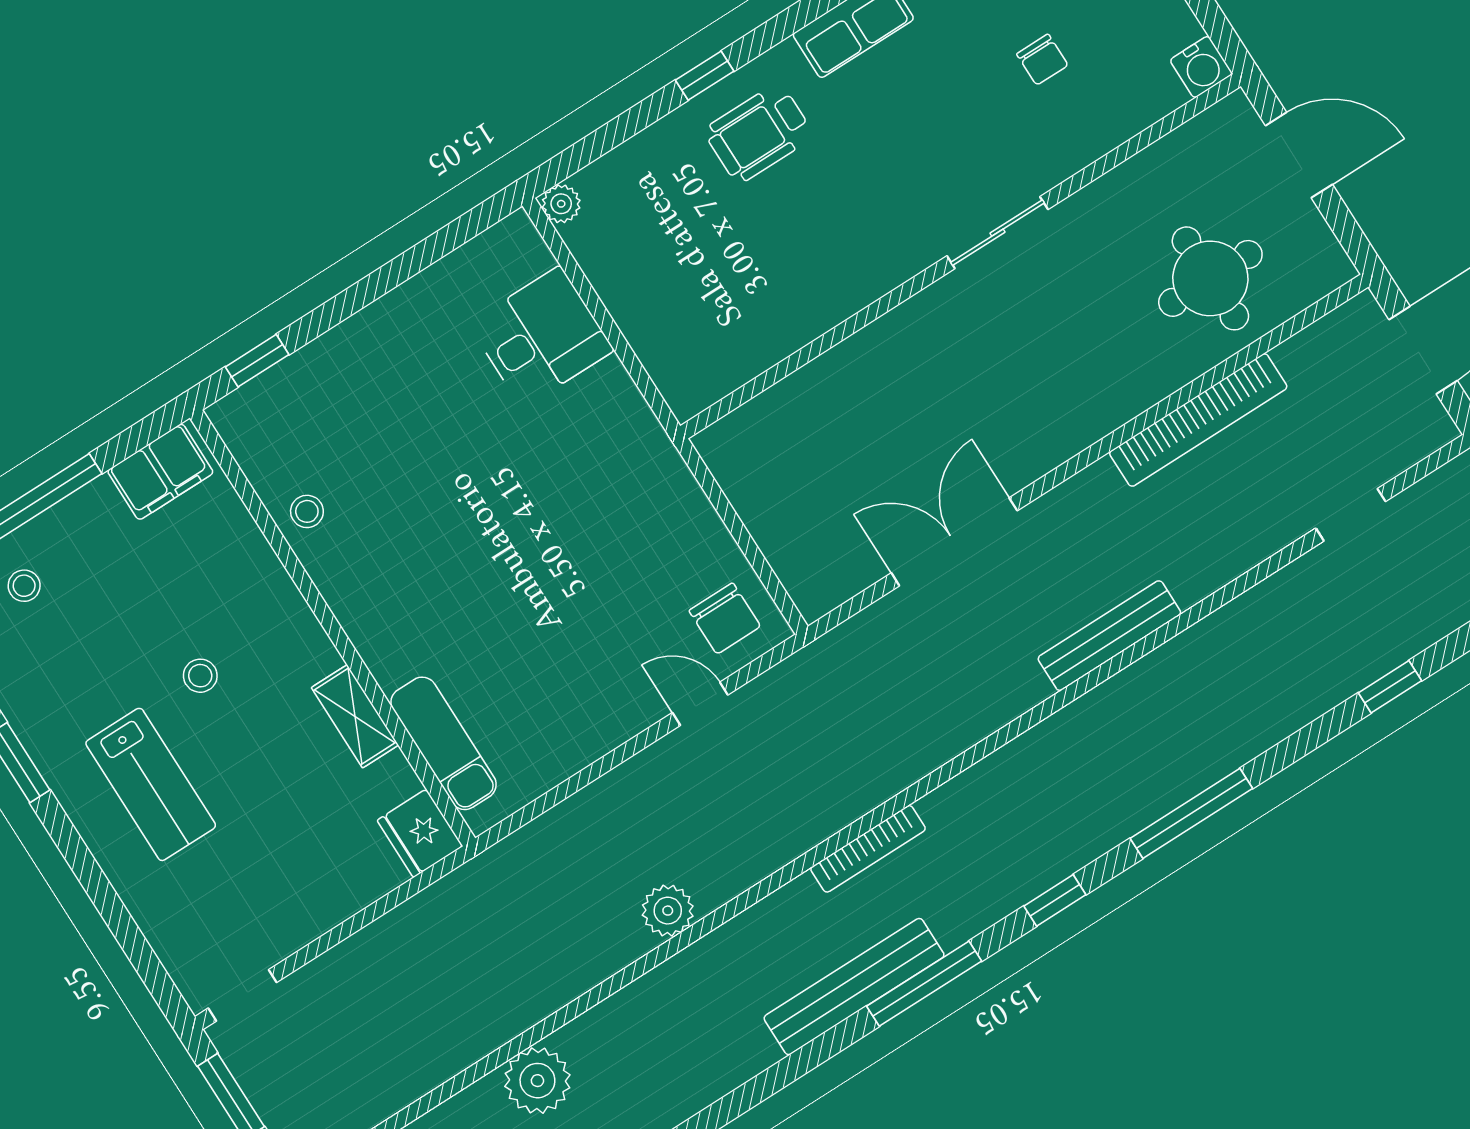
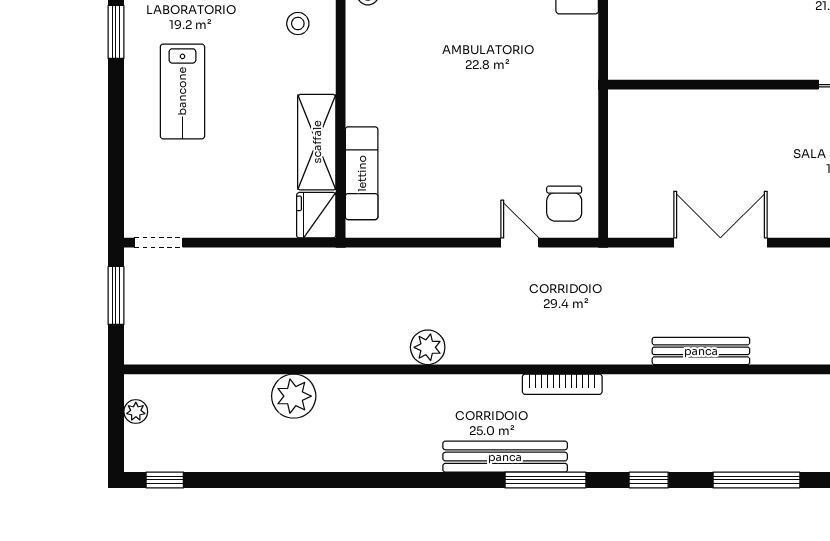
bench: (1109, 636) -> (701, 351), moved
stool: (200, 676) -> (298, 24), moved
shelving: (355, 716) -> (317, 142), width x1.50, depth x1.33

